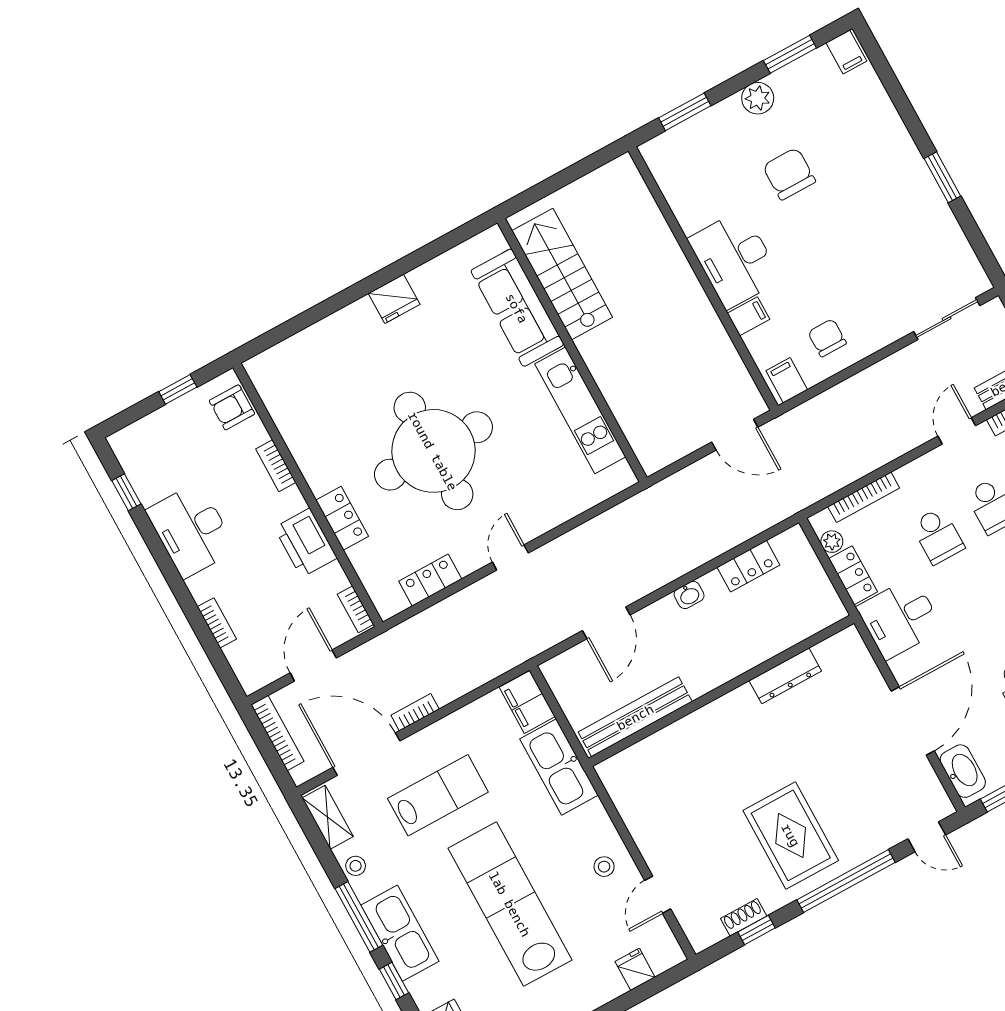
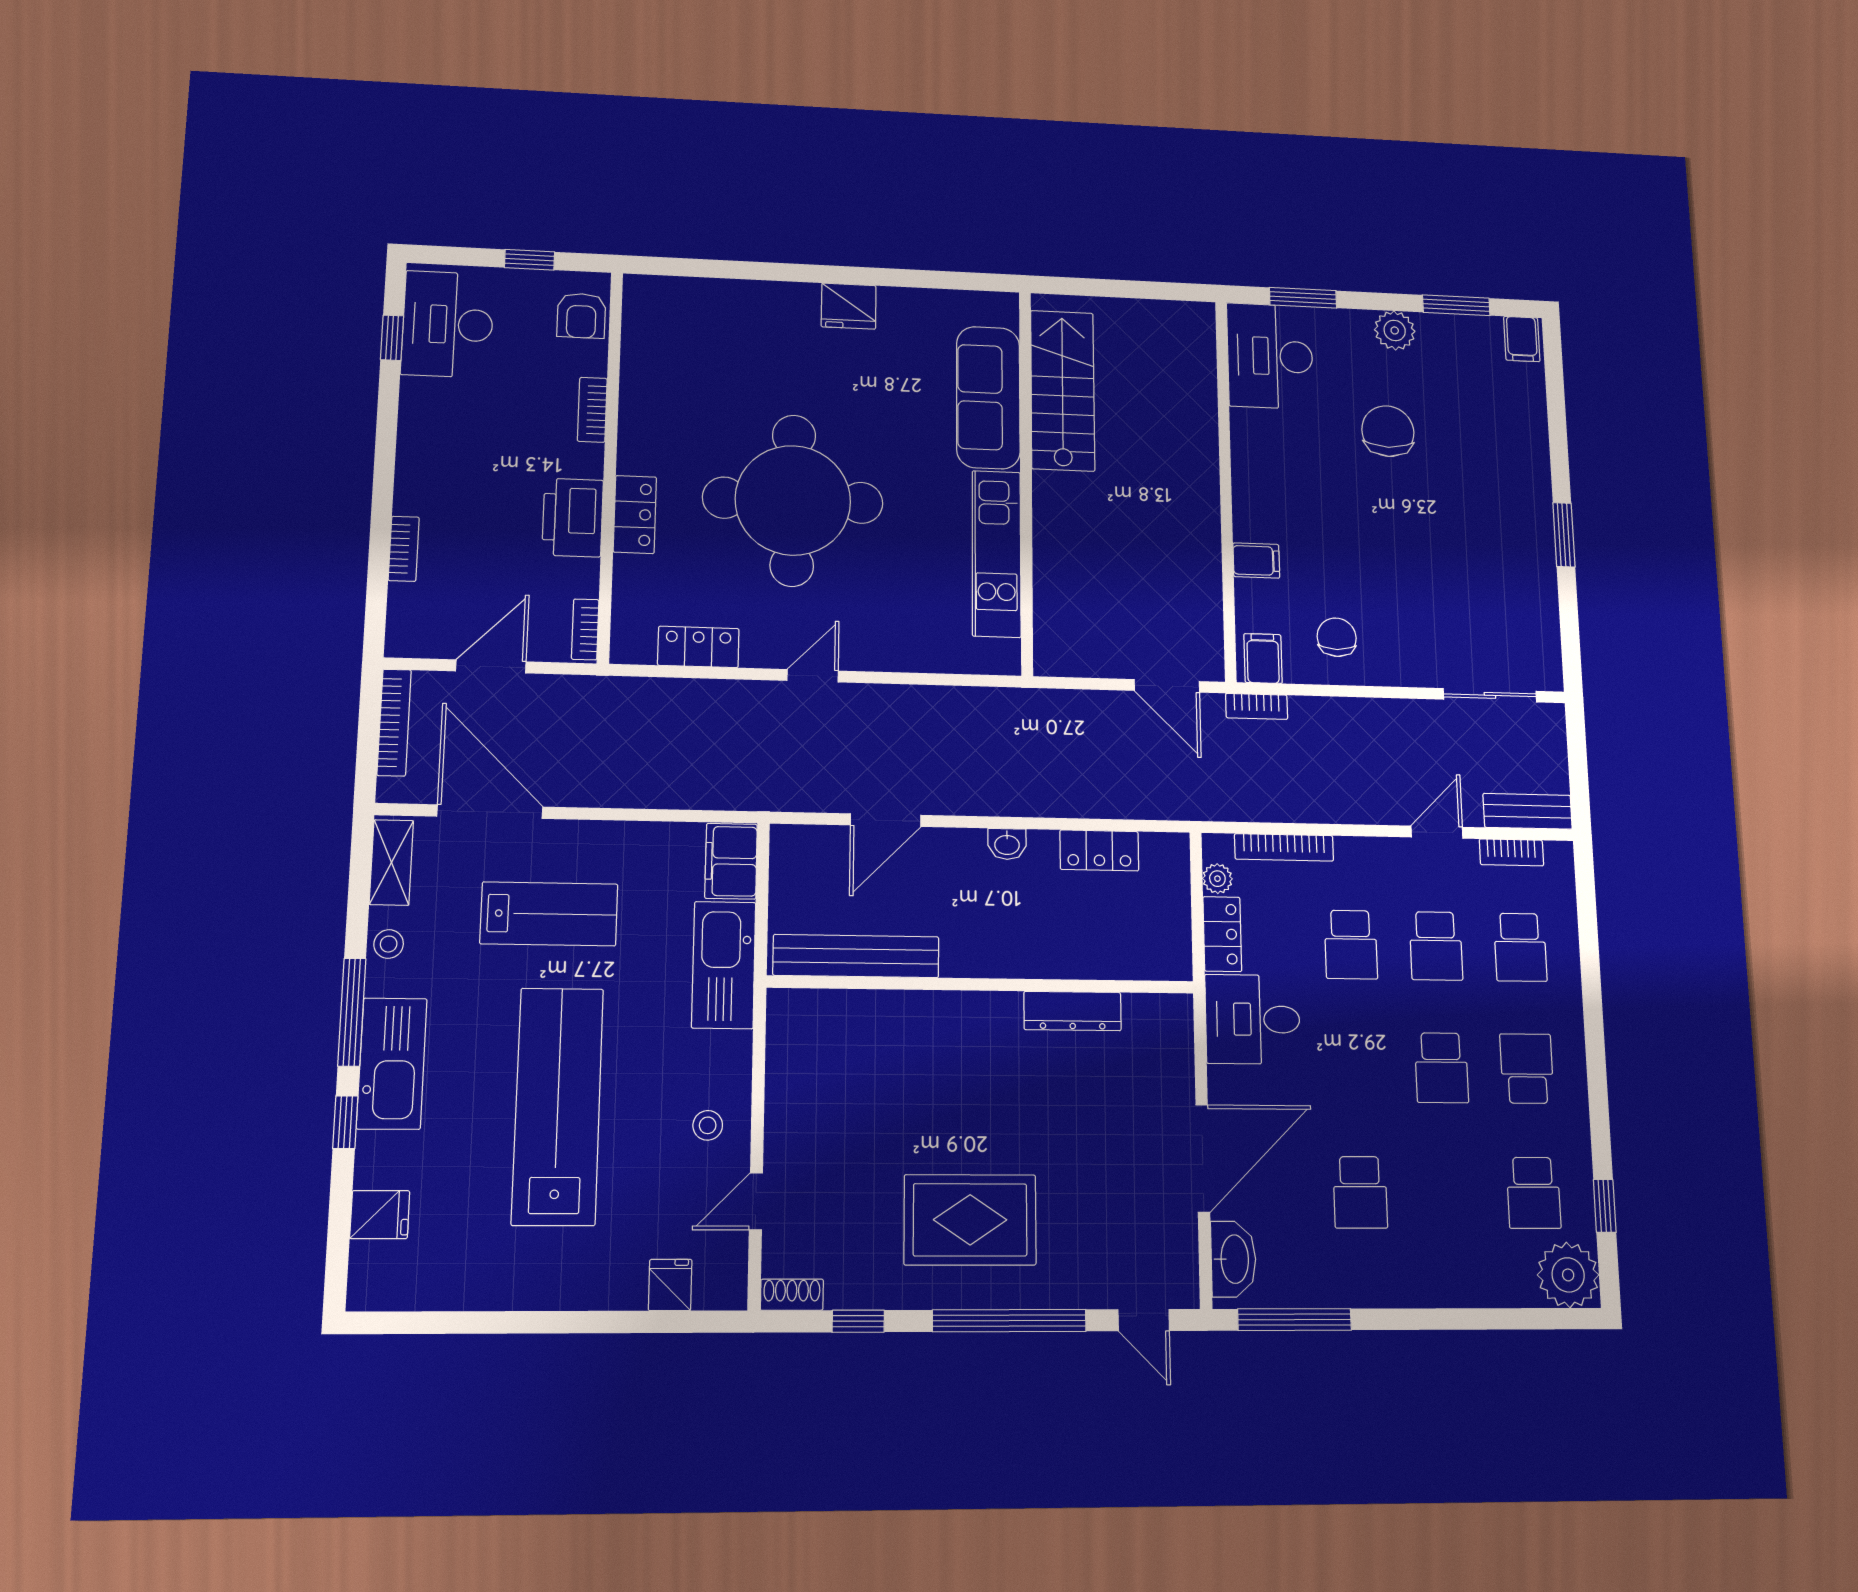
desk: (735, 259) -> (1270, 356), moved
armchair: (232, 407) -> (581, 316), turned -90
desk: (191, 530) -> (448, 324), moved
bookcase: (415, 712) -> (1257, 706), moved, turned 180
rug: (791, 835) -> (970, 1220), turned 90
shoe rack: (744, 917) -> (792, 1295), moved

